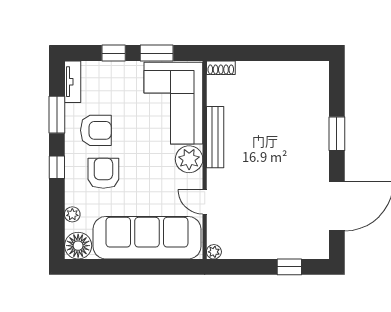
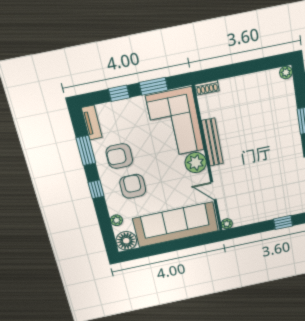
plant: (321, 69) -> (286, 72), added
armchair: (96, 130) -> (119, 156), turned 180

